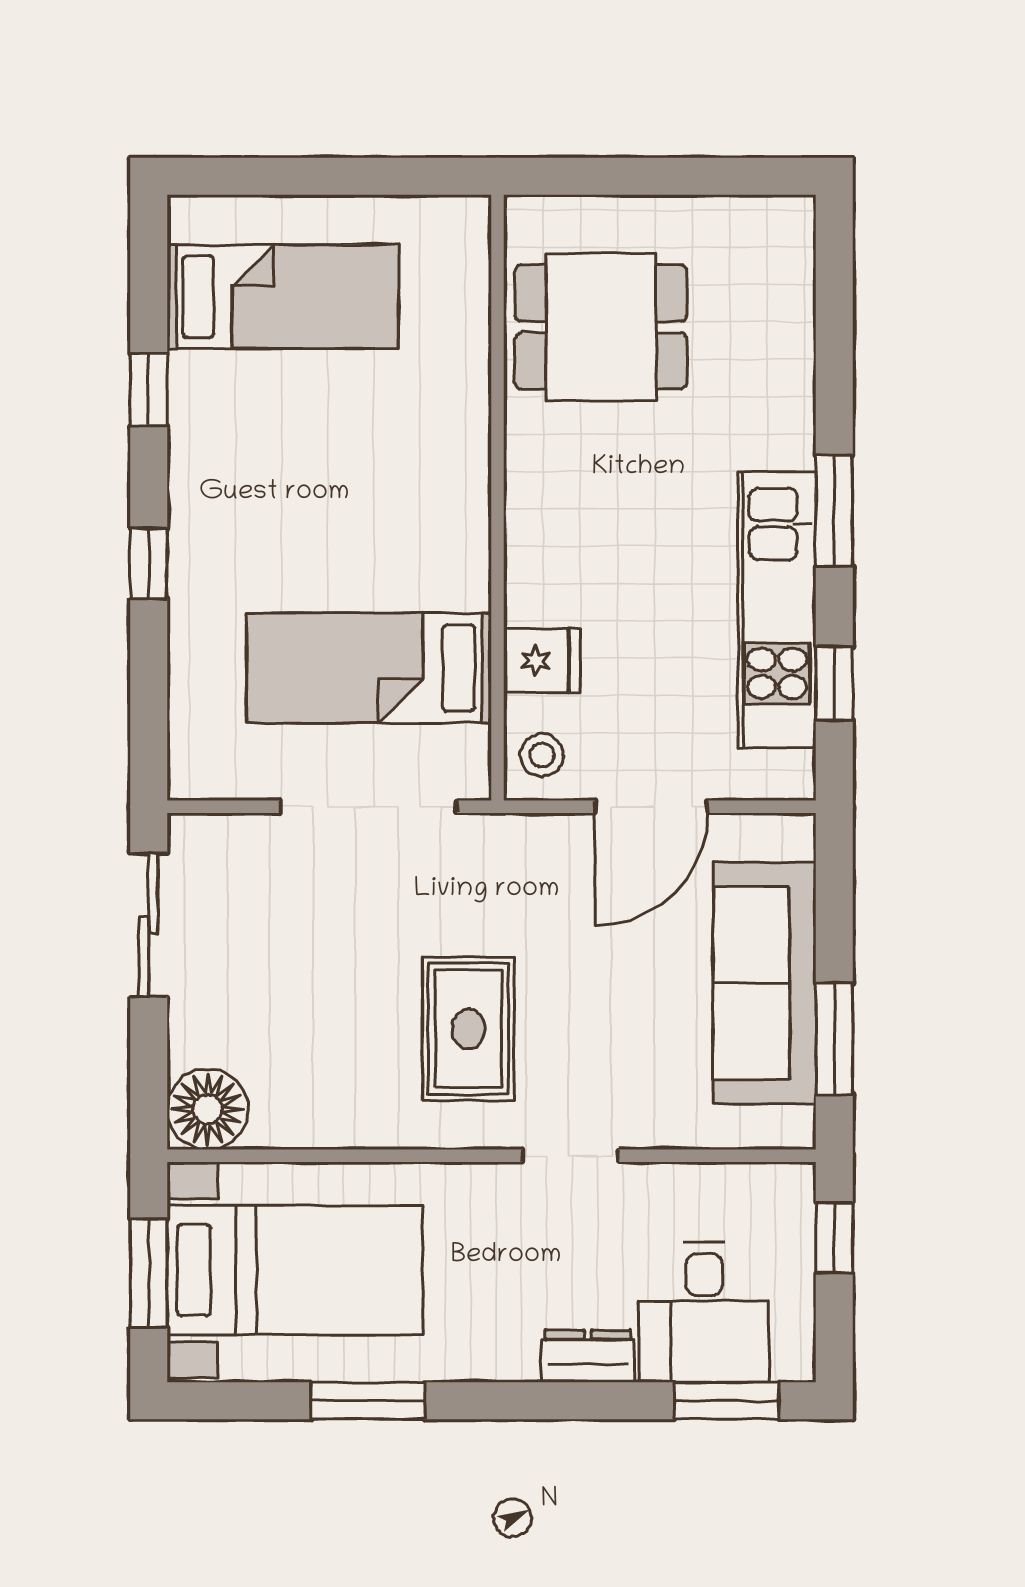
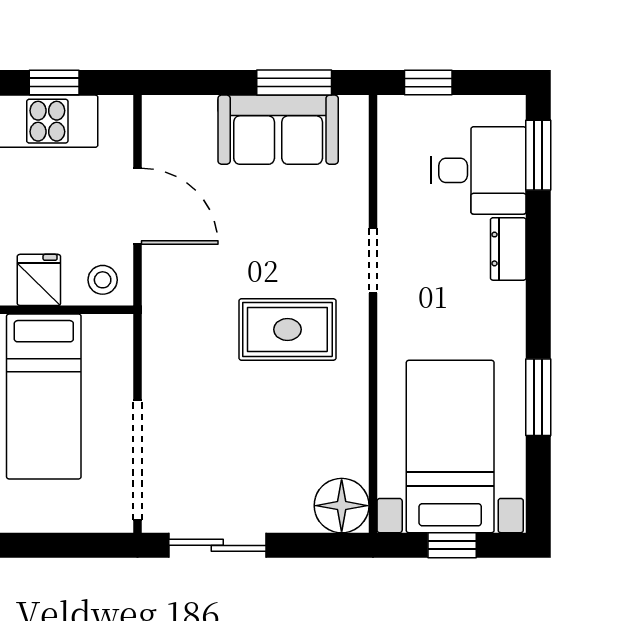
doorway: (368, 807) -> (138, 460), moved
sofa: (765, 983) -> (278, 130), width x0.73
window: (149, 1273) -> (452, 545), width x0.67

